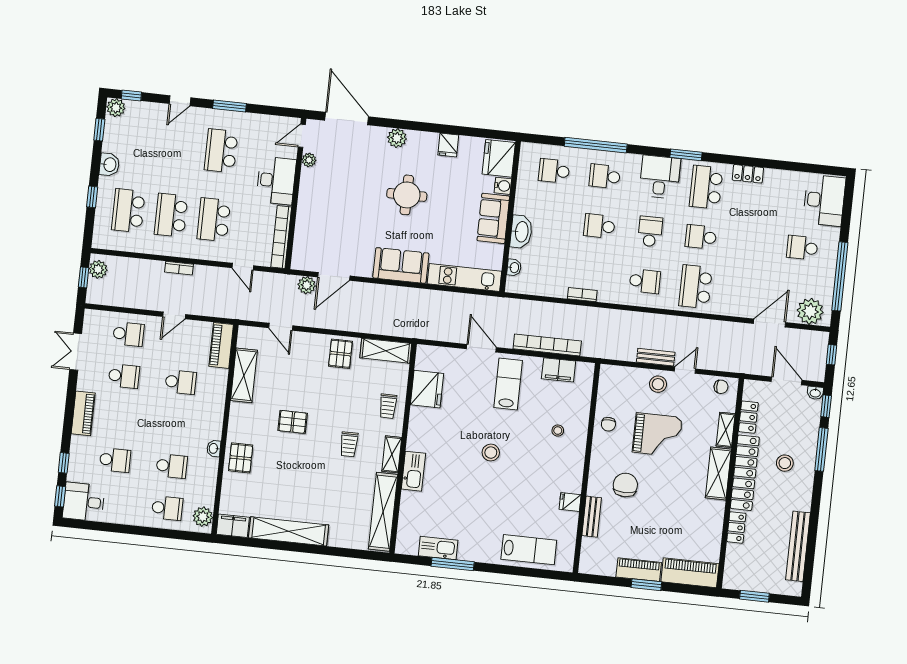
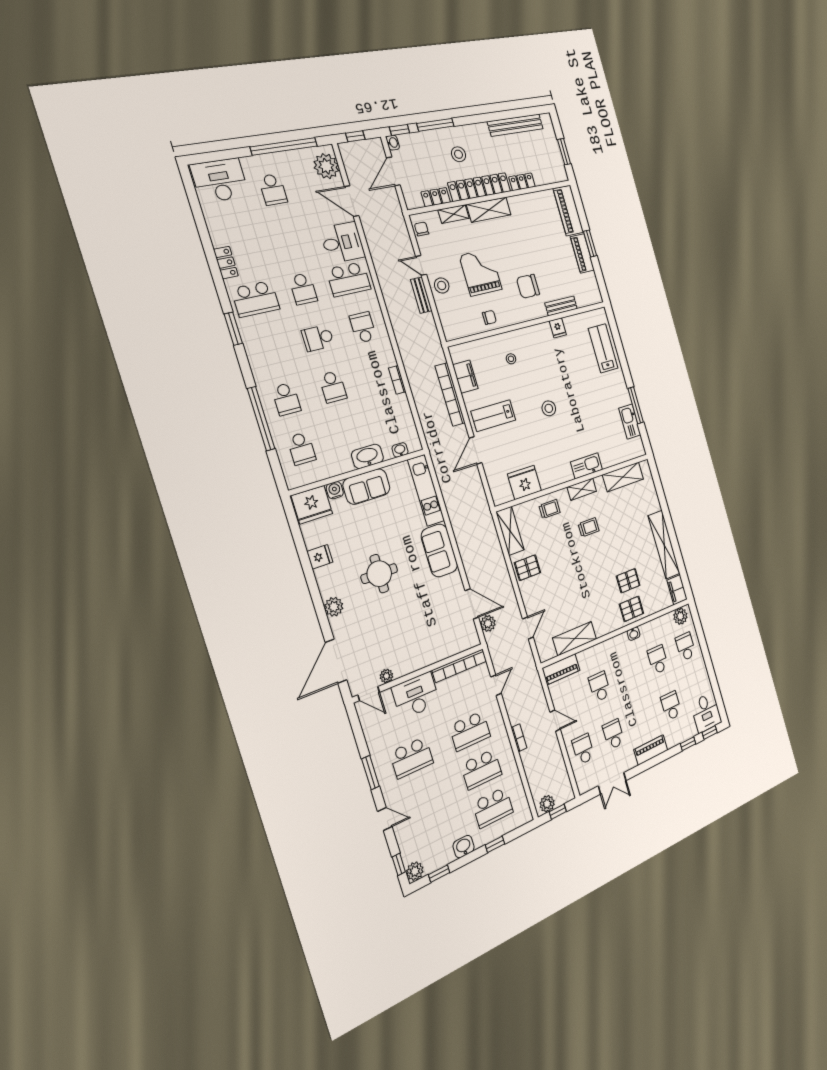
desk: (660, 177) -> (342, 243), moved, turned 180
pallet: (293, 422) -> (628, 581), moved, turned 90
shelving: (383, 512) -> (623, 477), width x0.68

